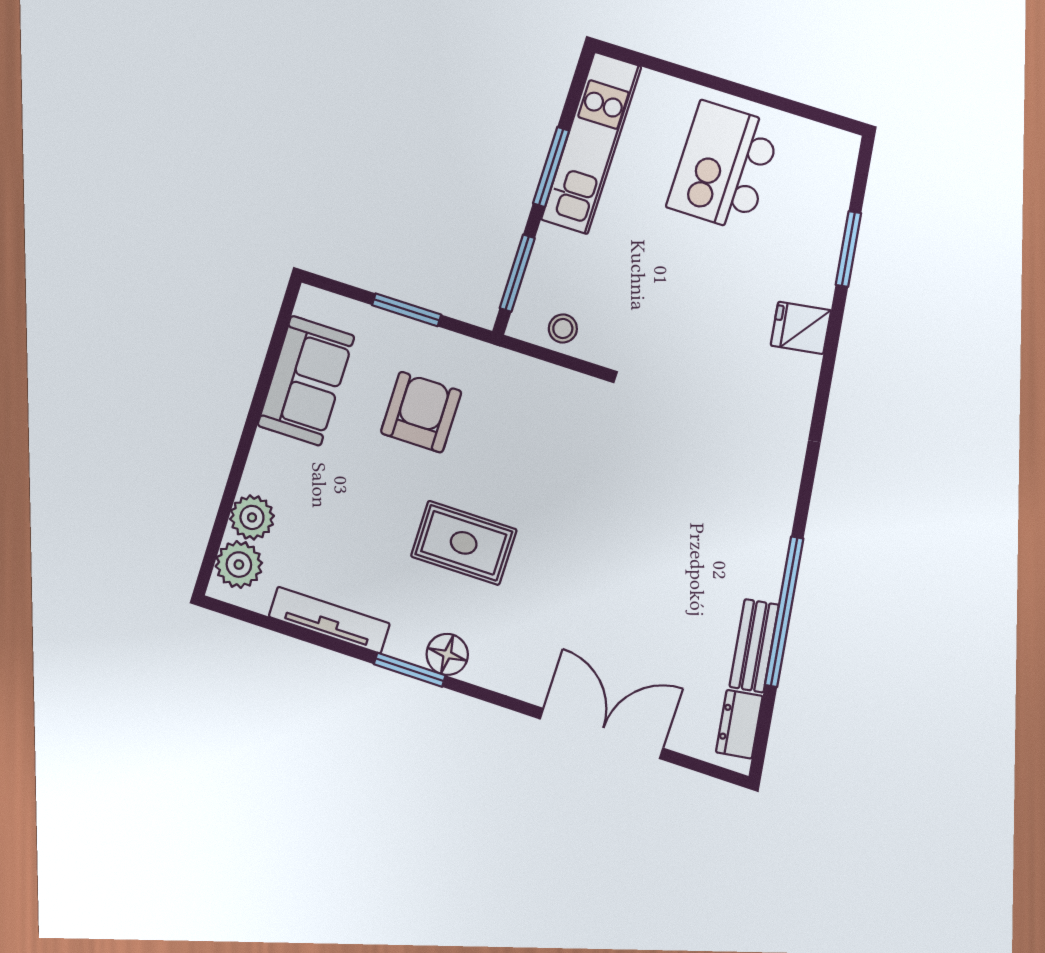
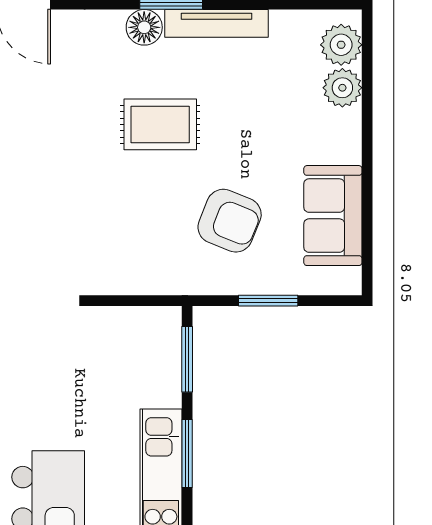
stool: (563, 329) -> (135, 326), removed
armchair: (421, 412) -> (230, 221), turned -68
tv unit: (329, 620) -> (217, 23), moved

